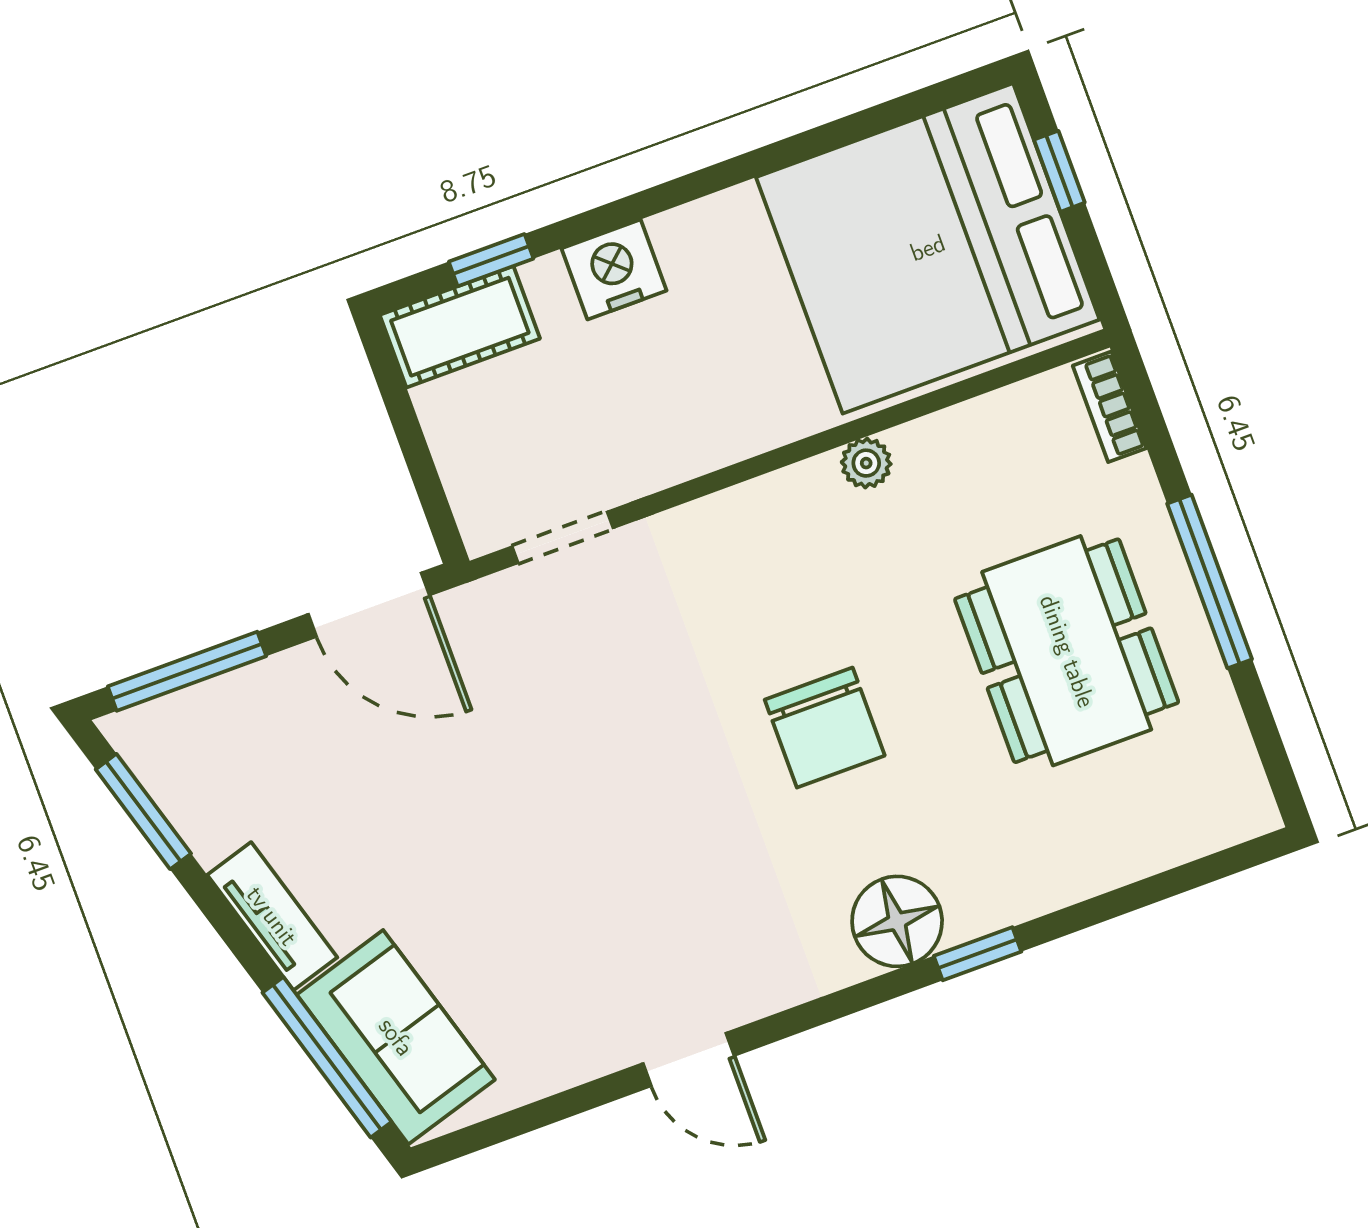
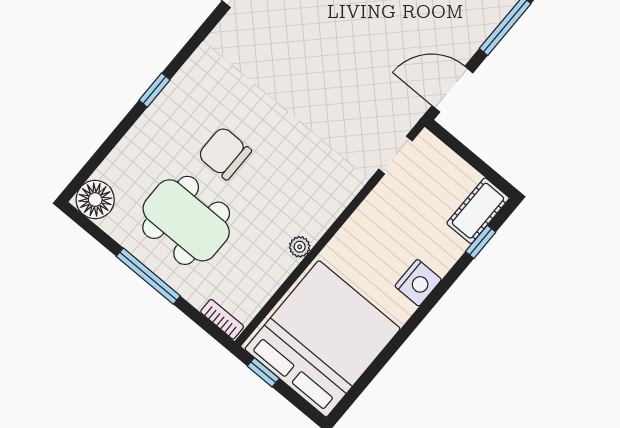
window: (1059, 171) -> (263, 372), moved
nightstand: (614, 269) -> (418, 283), moved
chair: (825, 728) -> (225, 153), moved
floor lamp: (897, 921) -> (95, 200), moved

